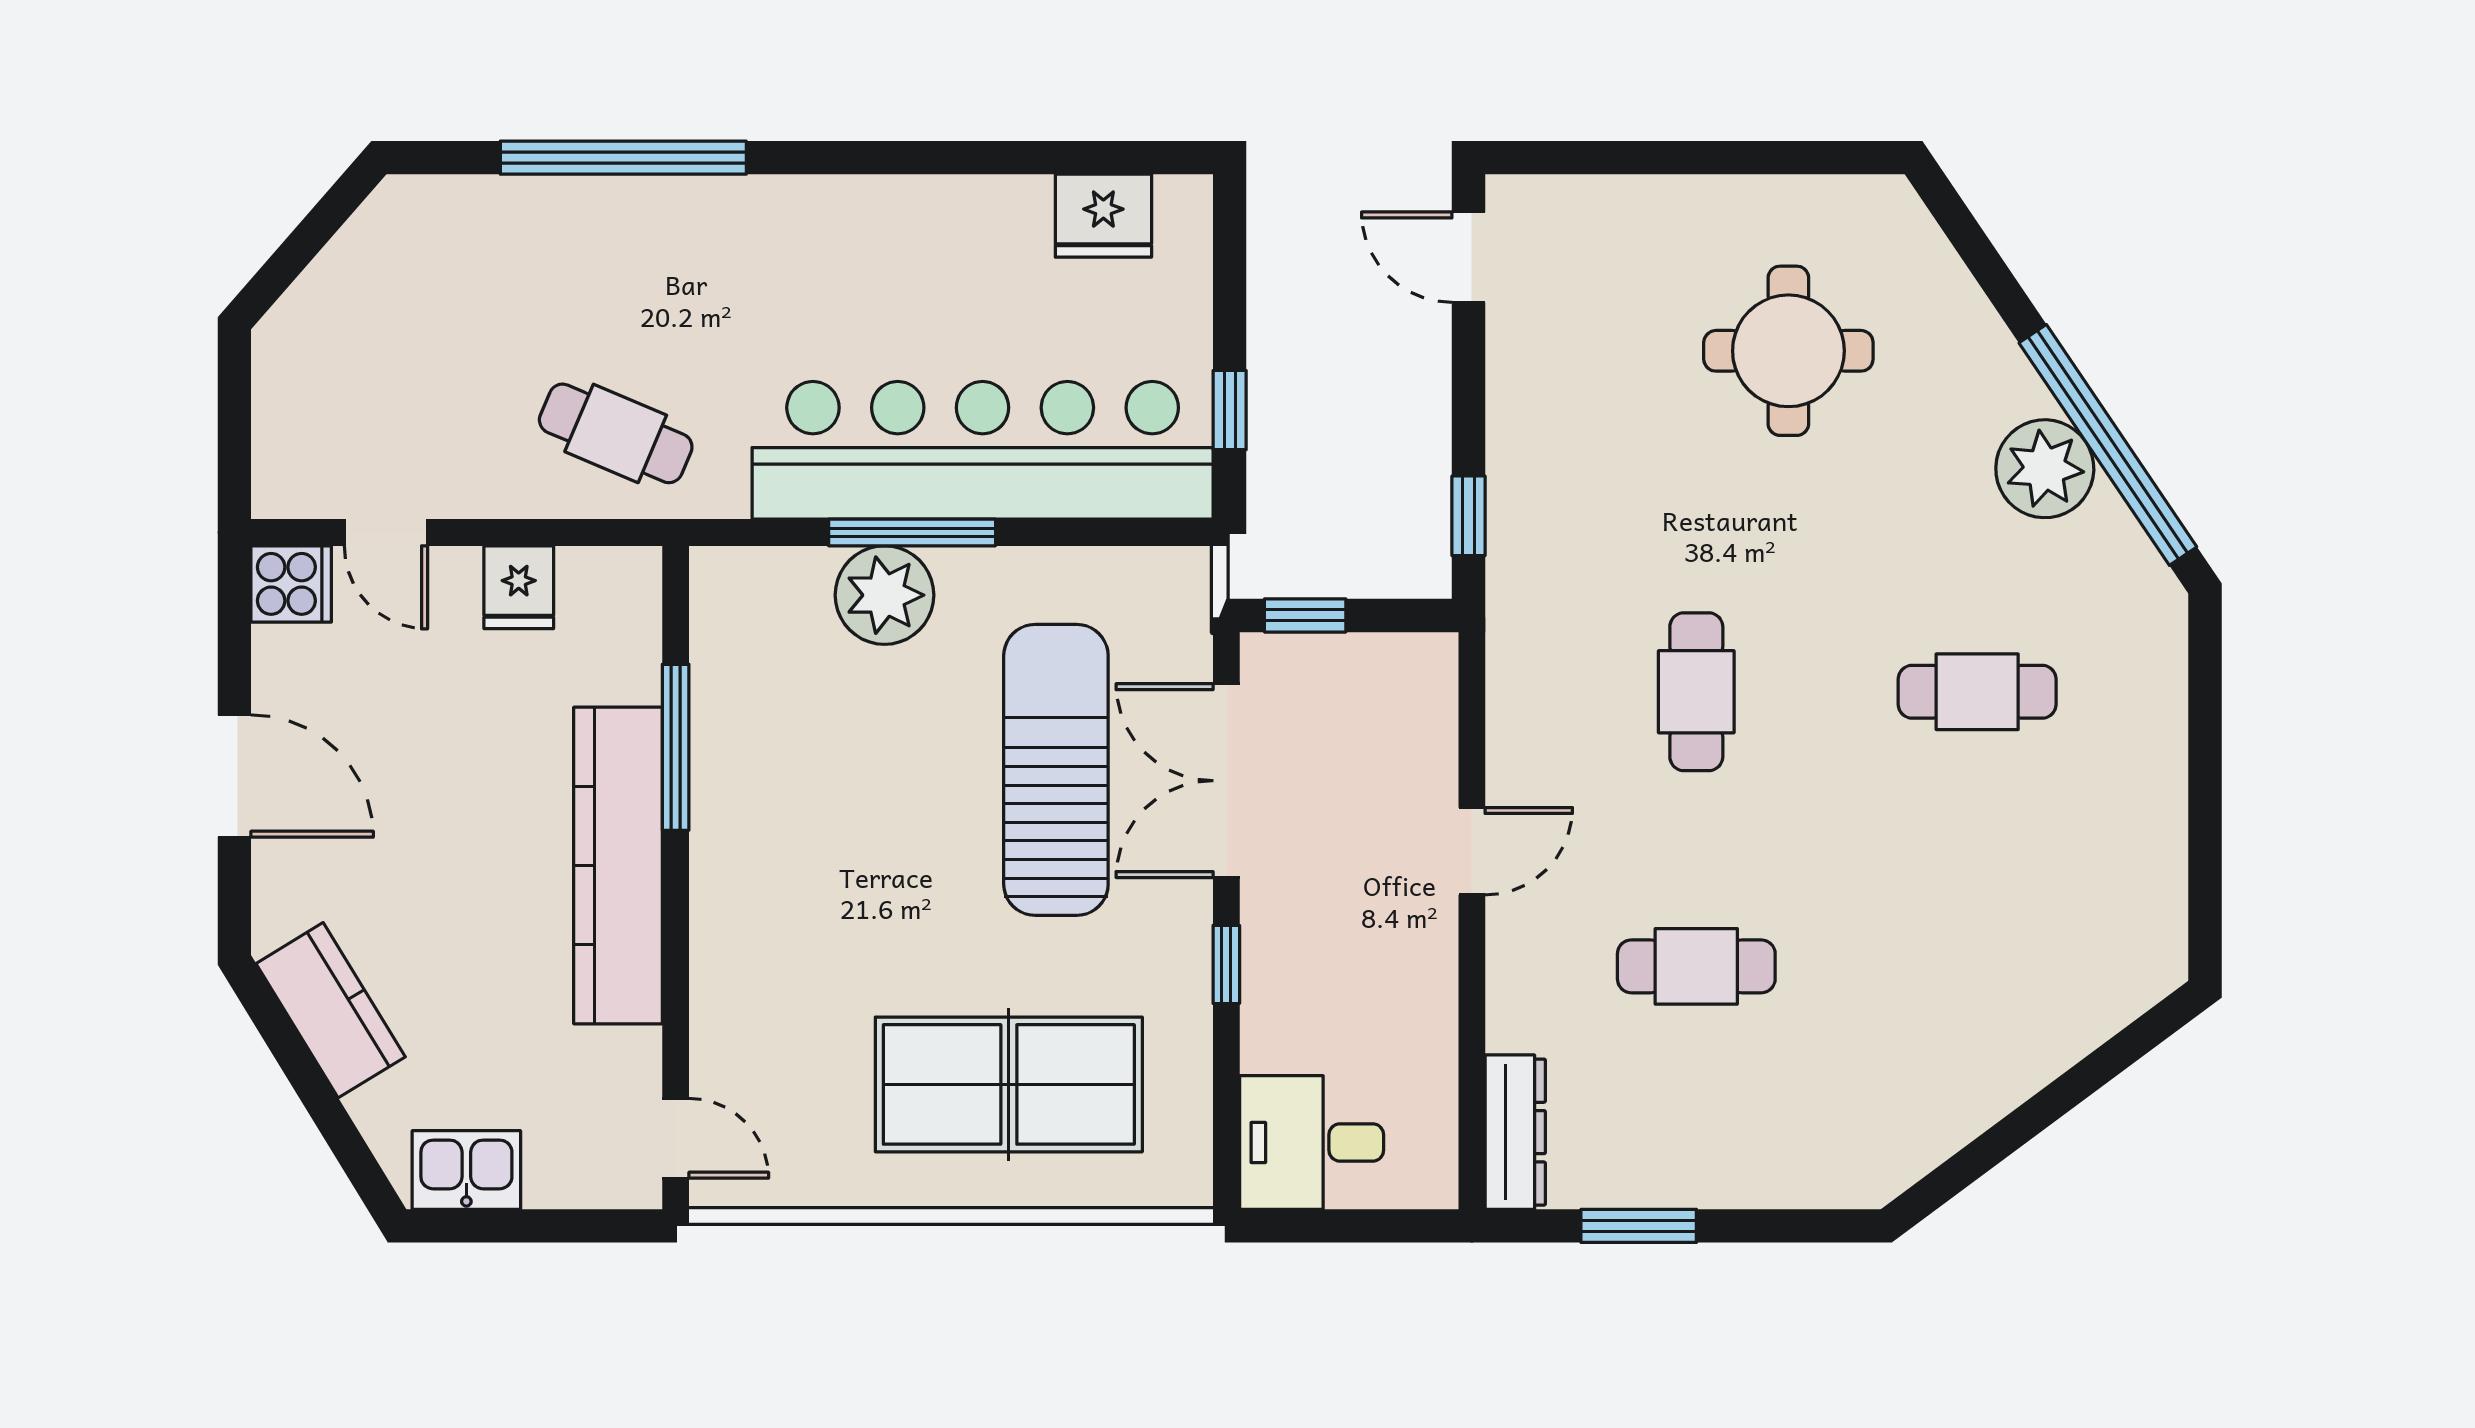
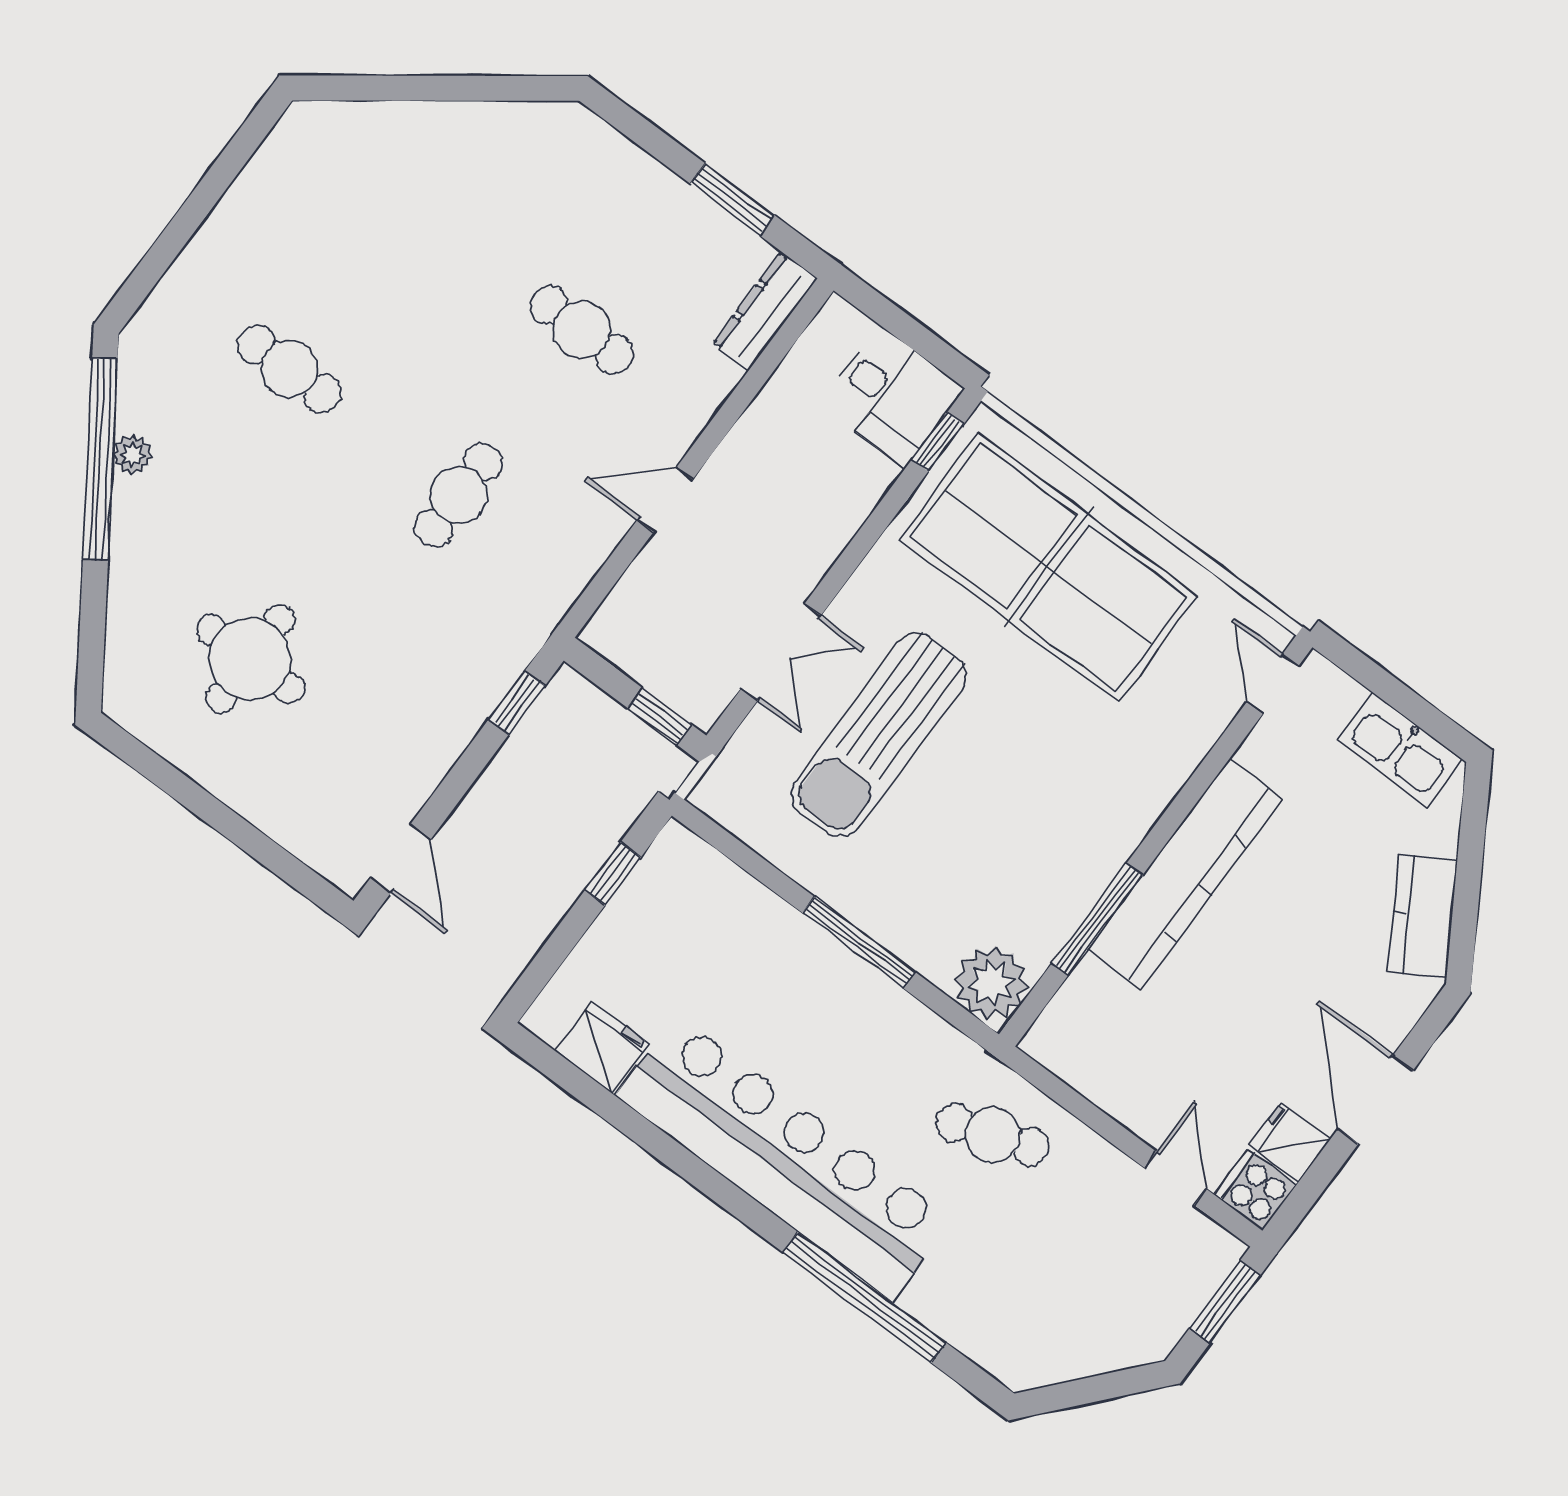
cafe table: (616, 433) -> (993, 1135), turned -42
window: (234, 440) -> (1225, 1302), added
bar counter: (983, 450) -> (785, 1158), moved, turned 180
plant: (2045, 469) -> (132, 455), width x0.53, depth x0.53
fridge: (519, 587) -> (1290, 1142), moved, turned -90
plant: (884, 595) -> (991, 983), moved
double door: (1226, 781) -> (781, 652), width x0.73
window: (1226, 964) -> (938, 442), moved
table tennis table: (1009, 1084) -> (1048, 567), width x1.36, depth x1.32
kitchen sink: (466, 1170) -> (1400, 750), width x1.38

